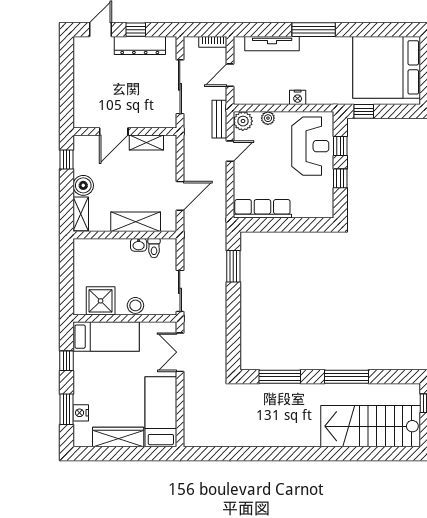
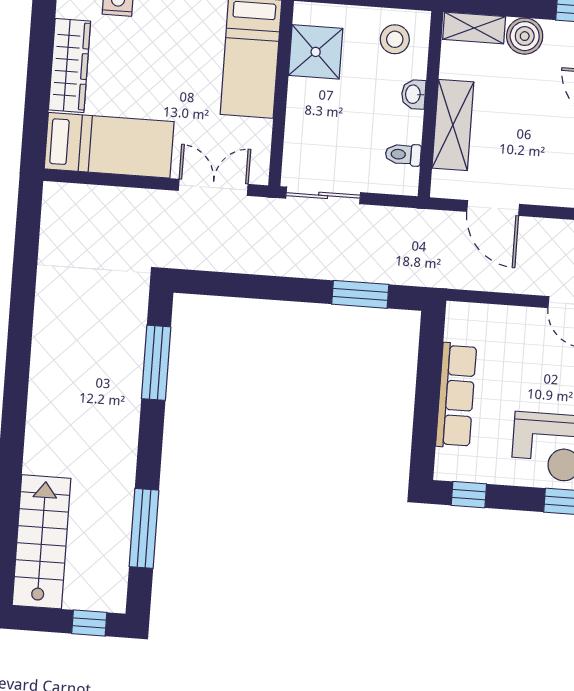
window: (340, 178) -> (469, 495), moved
row of seats: (262, 209) -> (456, 395), moved
washbasin: (139, 245) -> (414, 94), moved
stool: (135, 305) -> (395, 39), moved
window: (347, 377) -> (144, 528), moved
stairs: (371, 426) -> (42, 542), width x0.73, depth x0.66

